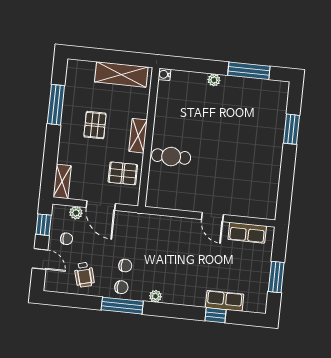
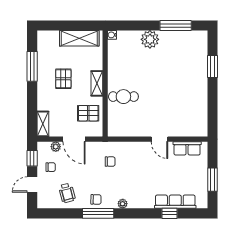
plant: (214, 80) -> (150, 39), width x1.88, depth x1.88
door: (40, 259) -> (32, 184), swing flipped
chair: (125, 266) -> (110, 162), moved
row of seats: (225, 301) -> (175, 202), width x1.48

